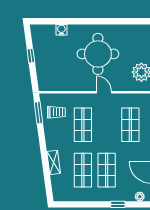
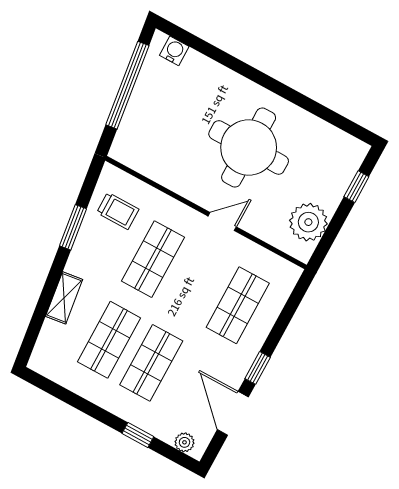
water cooler: (61, 30) -> (174, 51), moved
window: (31, 56) -> (127, 85), width x3.17
door: (104, 92) -> (222, 222), hinge flipped
window: (38, 113) -> (73, 227), moved

